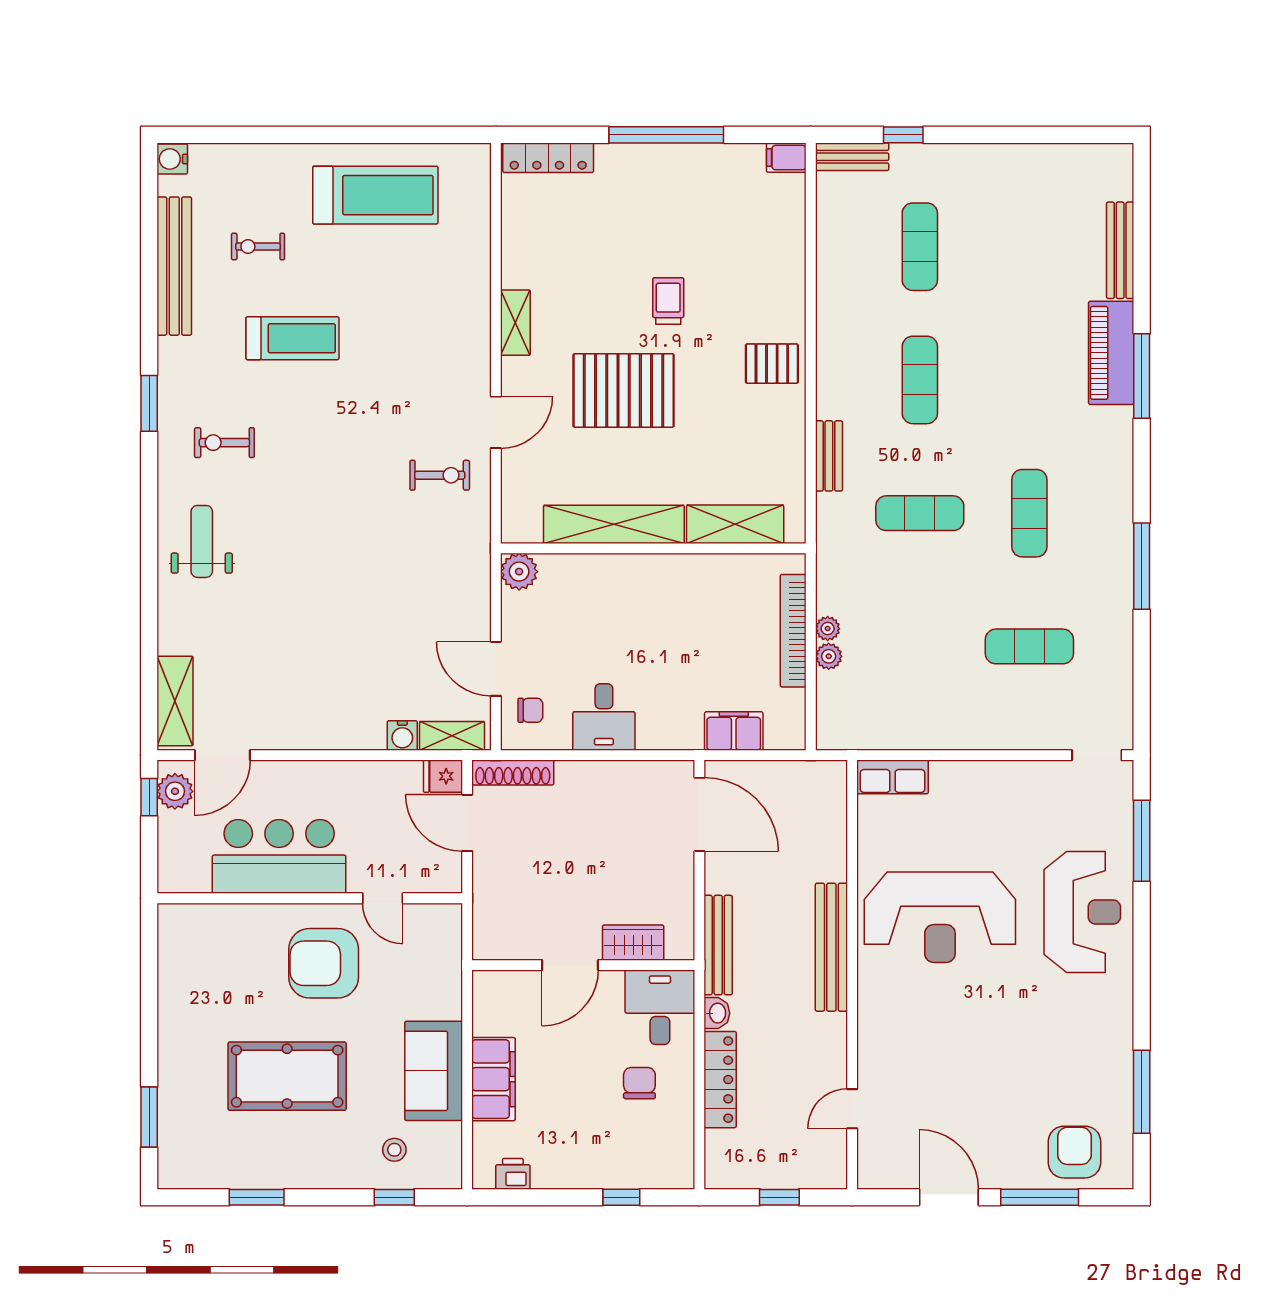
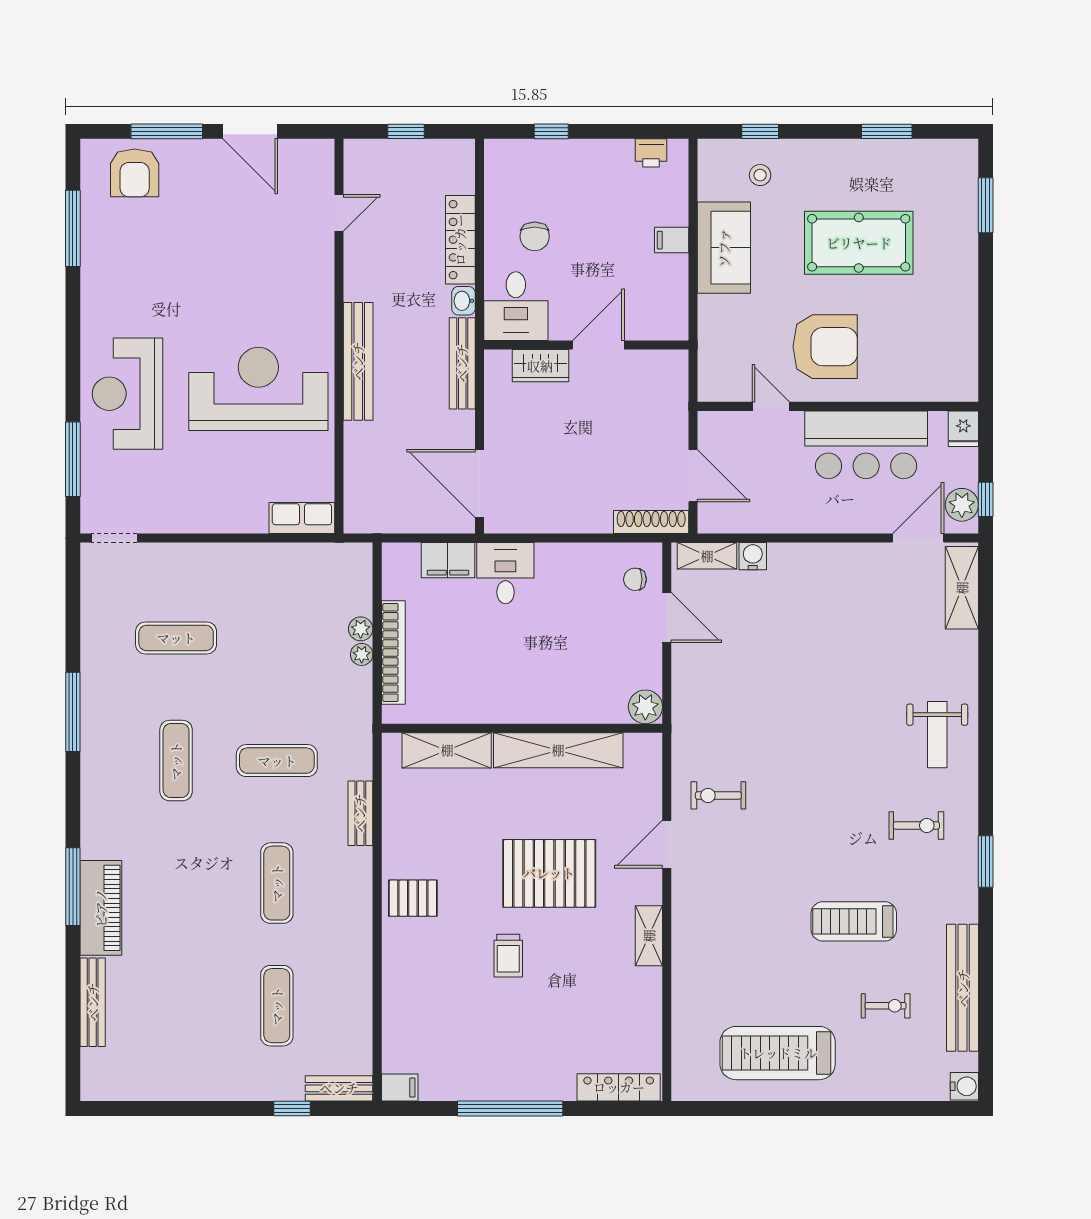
desk: (604, 717) -> (505, 573), moved
fridge: (443, 776) -> (963, 429), moved, turned 90
filing cabinet: (494, 1079) -> (672, 240), width x0.33, depth x0.86

